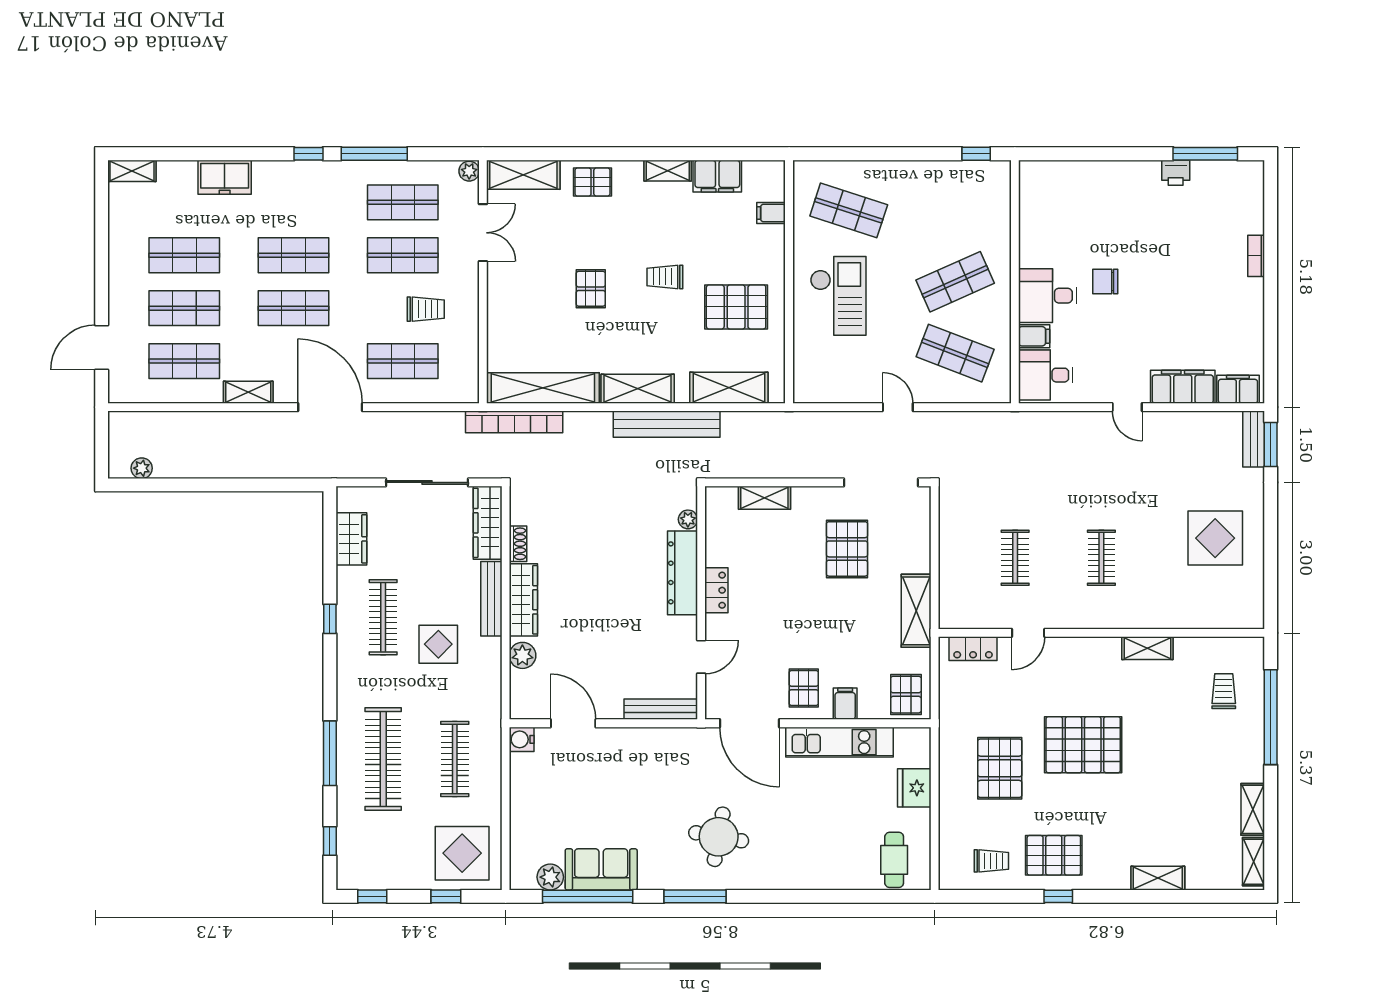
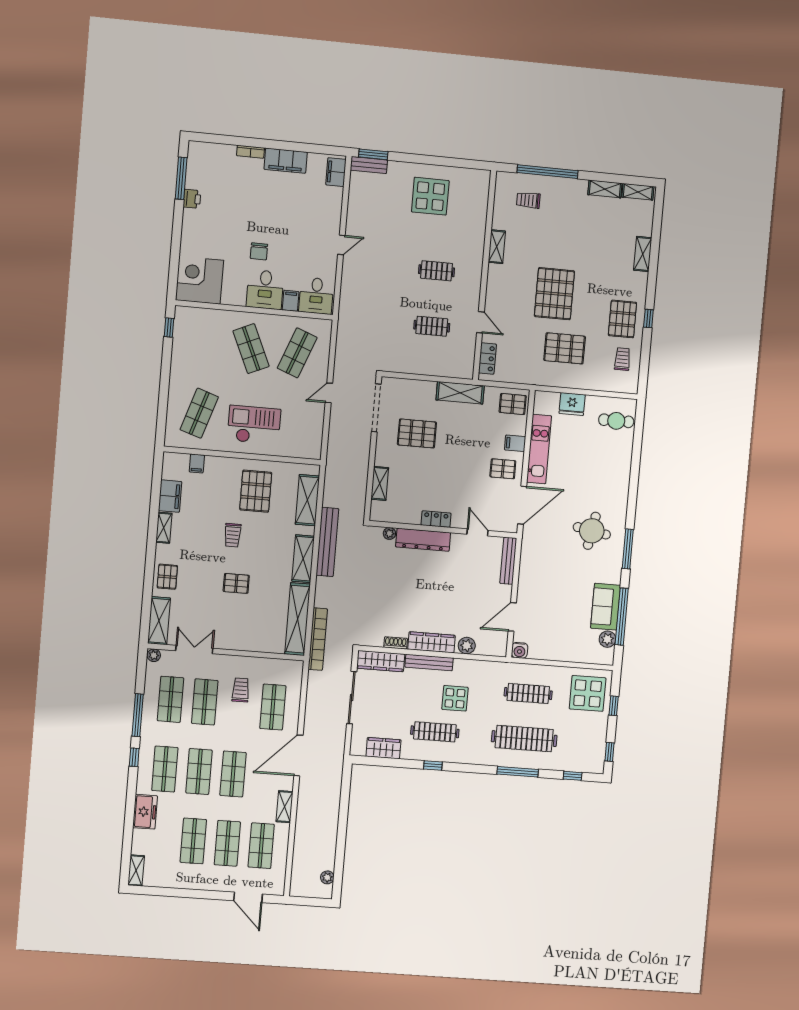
corner desk: (1053, 194) -> (200, 280), added
shop shelf: (294, 202) -> (165, 769), added
filing cabinet: (1183, 387) -> (286, 161), moved, turned -90

